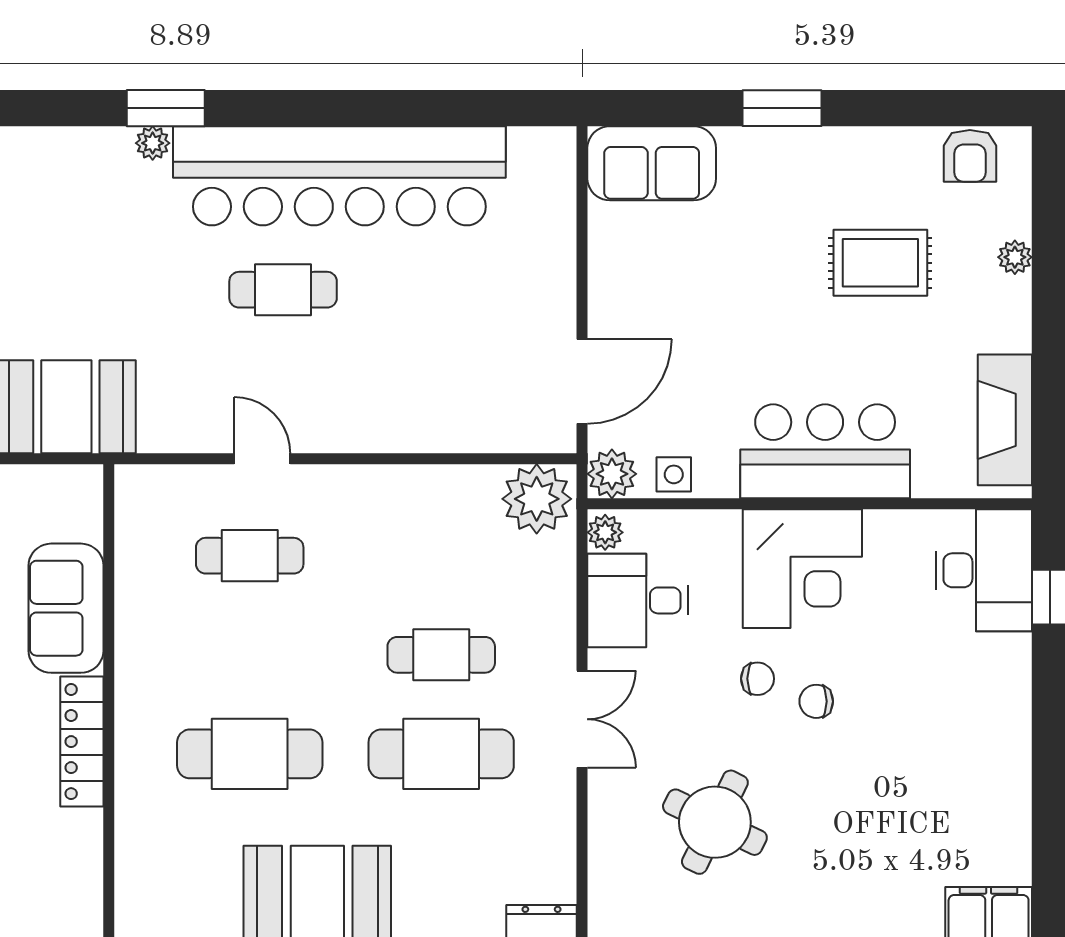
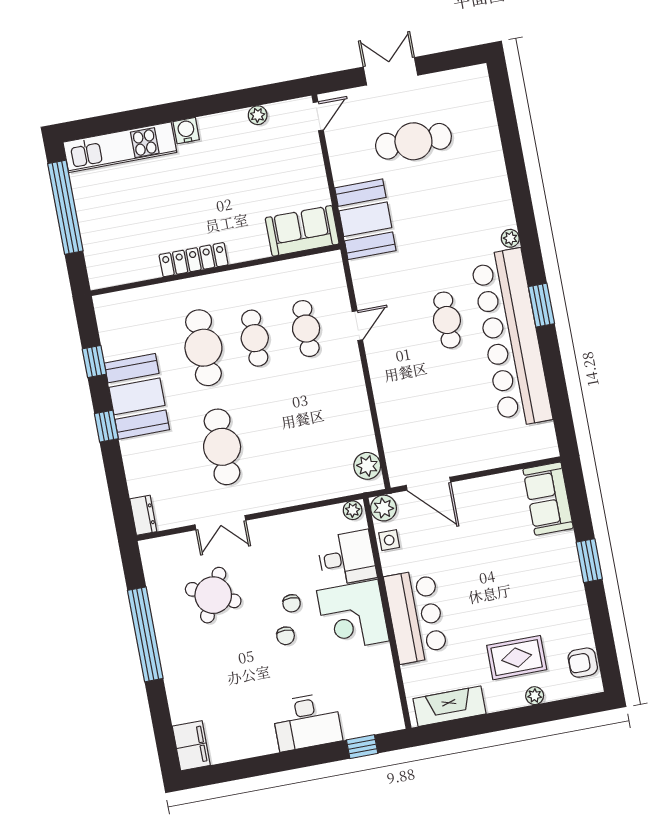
window: (166, 108) -> (541, 305), moved
rug: (880, 263) -> (517, 658), moved, turned 90
plant: (537, 499) -> (367, 466), width x0.73, depth x0.73
desk: (984, 570) -> (307, 722), moved
desk: (638, 600) -> (347, 558), moved, turned 90
sofa: (66, 608) -> (302, 231), moved
cafe table: (441, 655) -> (255, 338), moved
chair: (816, 701) -> (286, 636), turned 180
double door: (582, 719) -> (220, 523), moved

